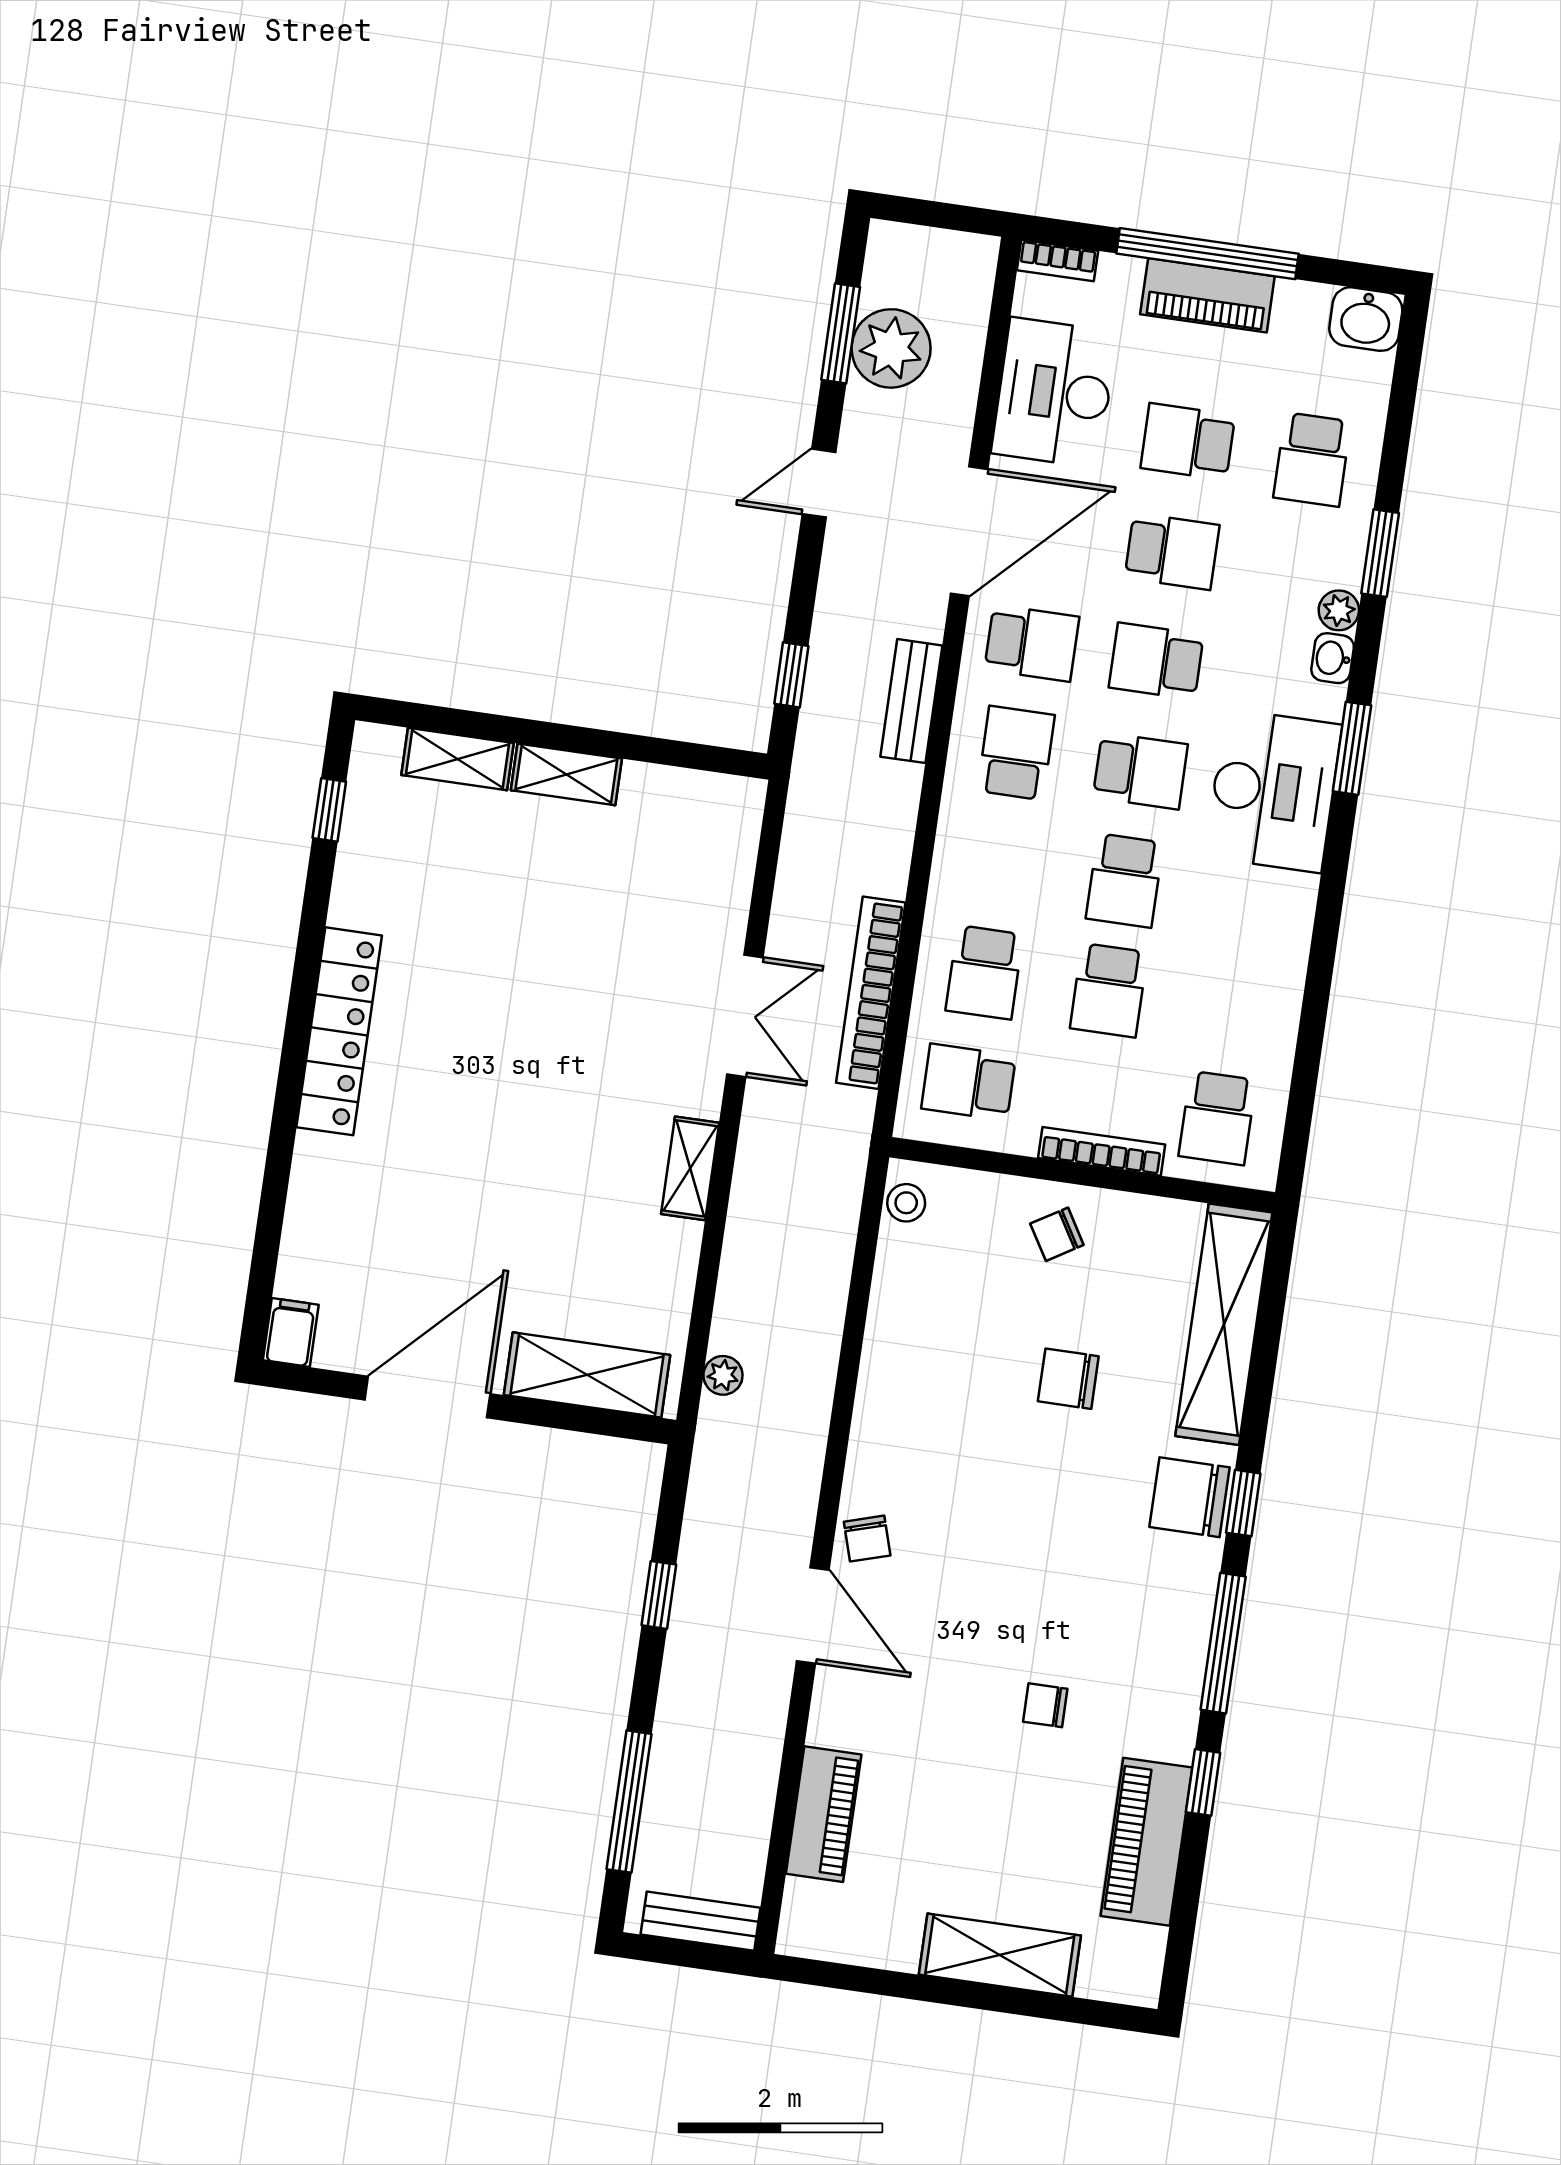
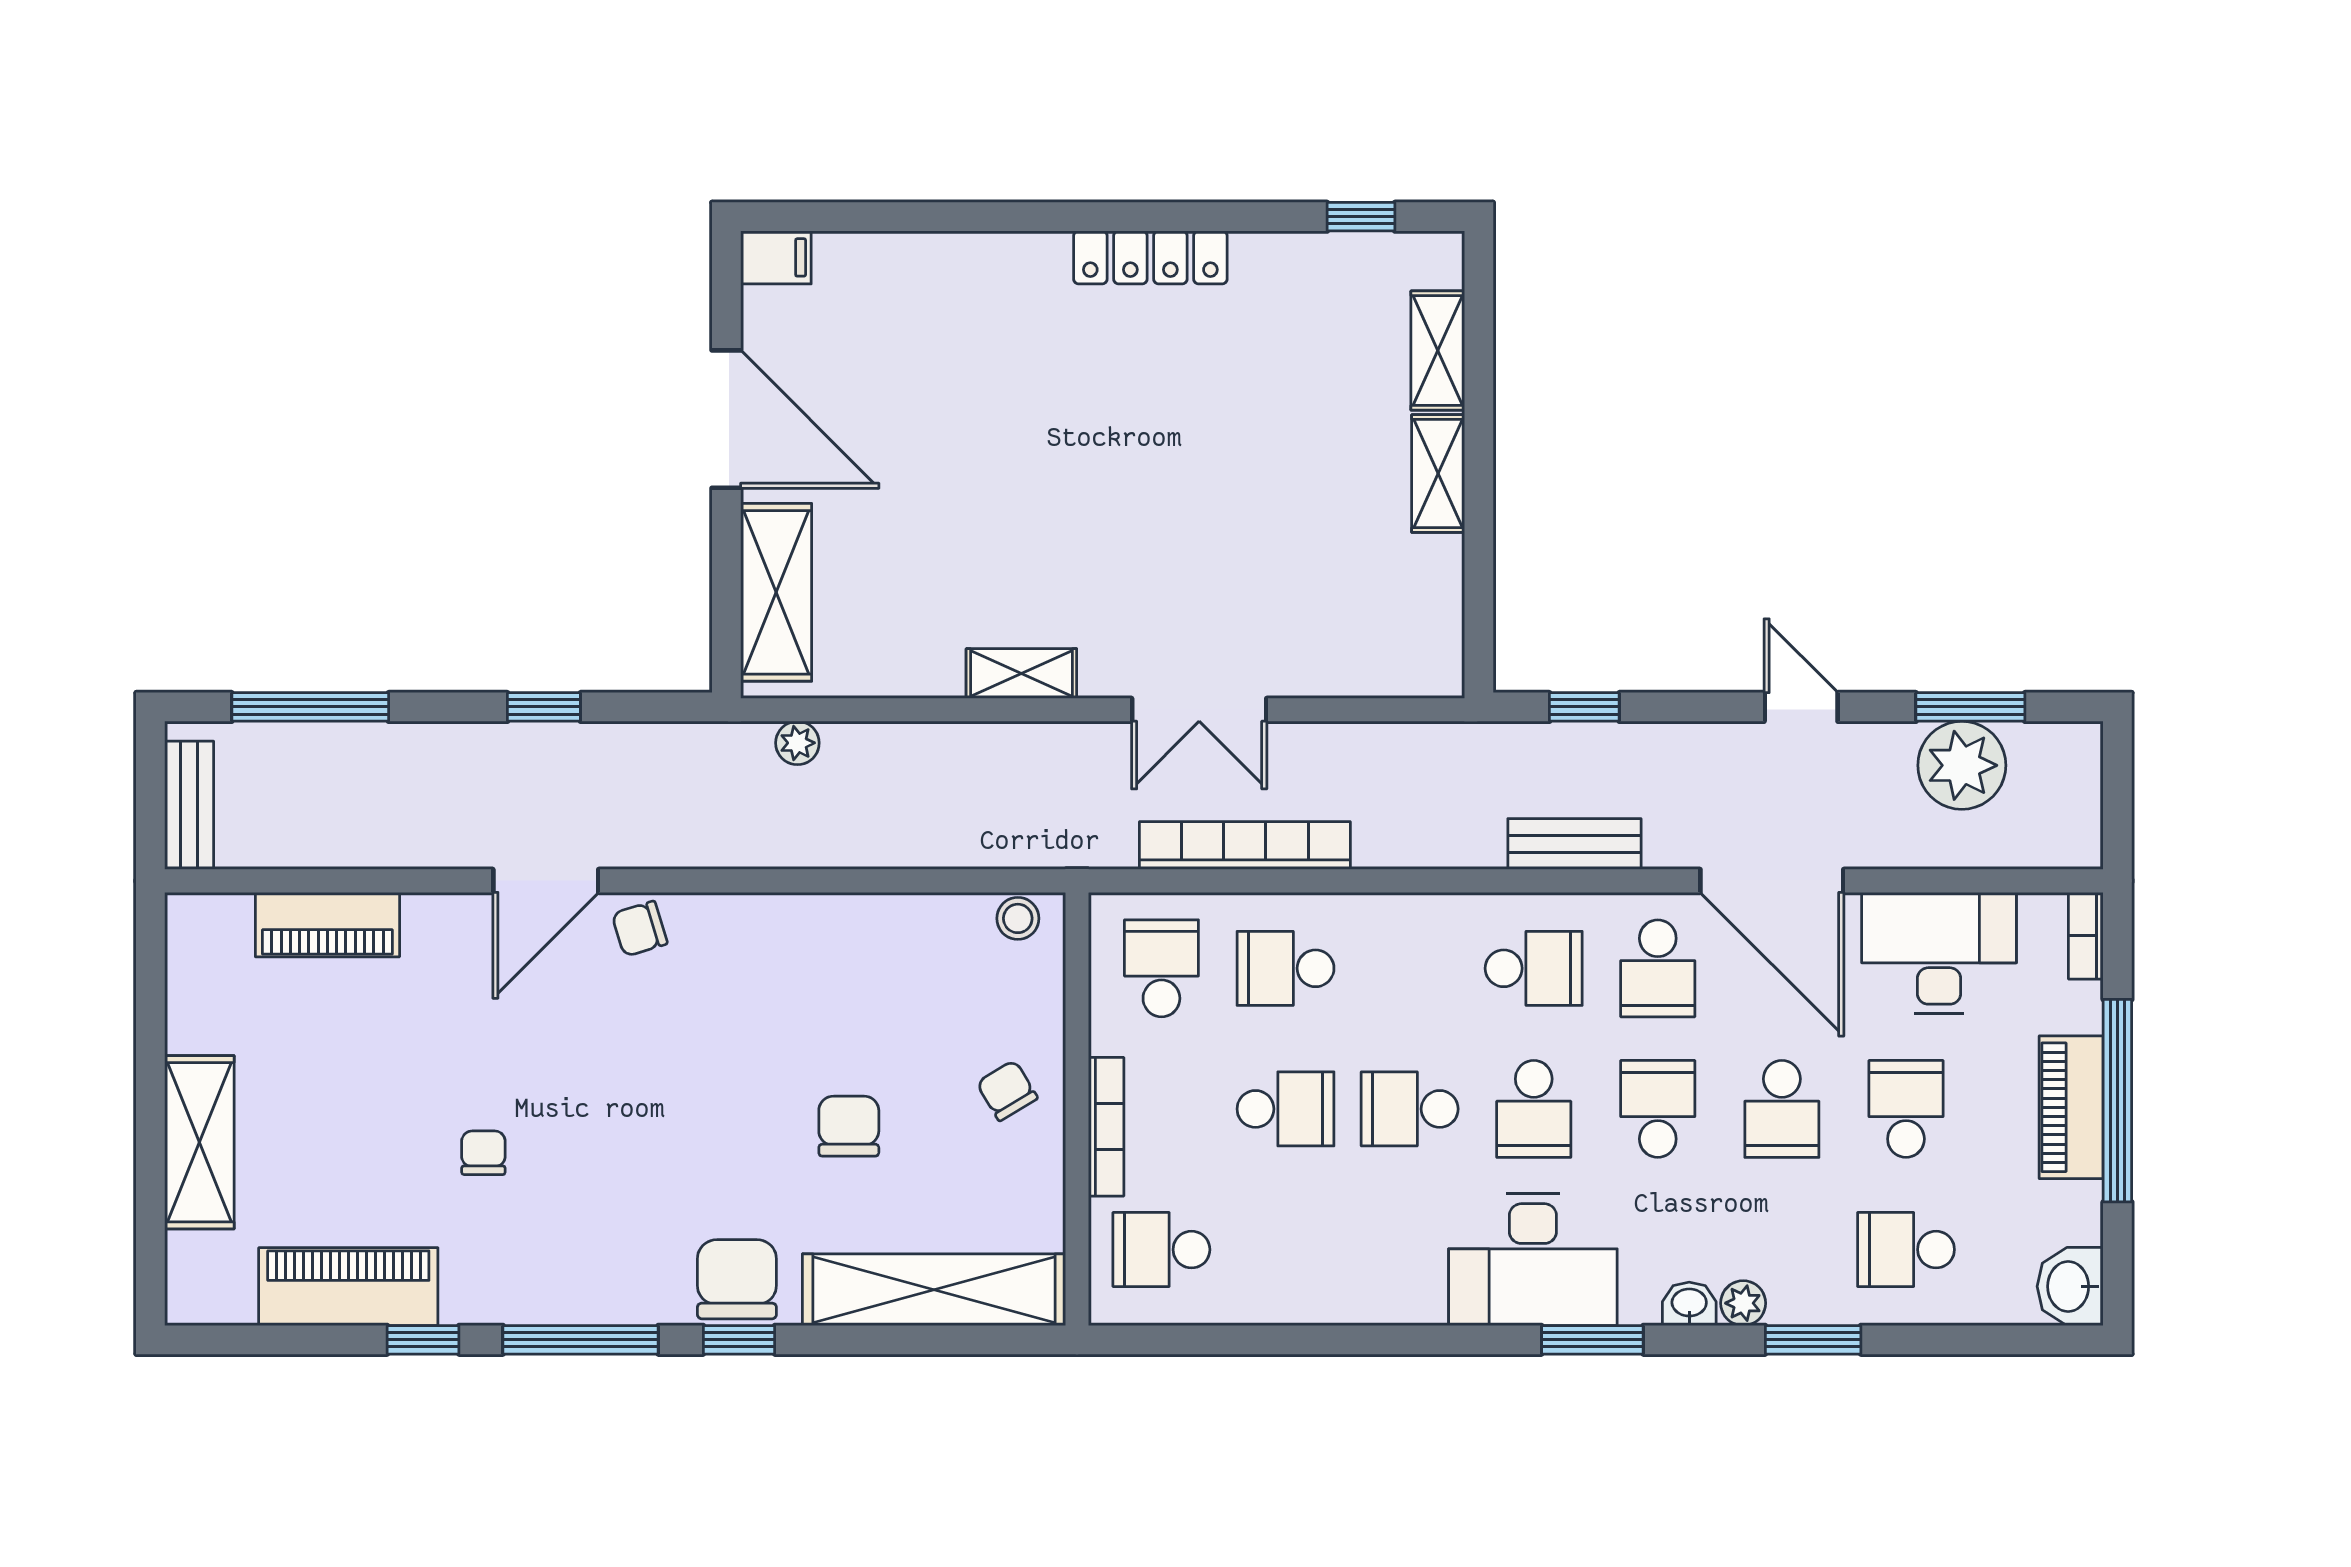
school desk: (1109, 990) -> (1286, 1109), turned 180
locker: (339, 1031) -> (1150, 257), width x0.71, depth x0.83

